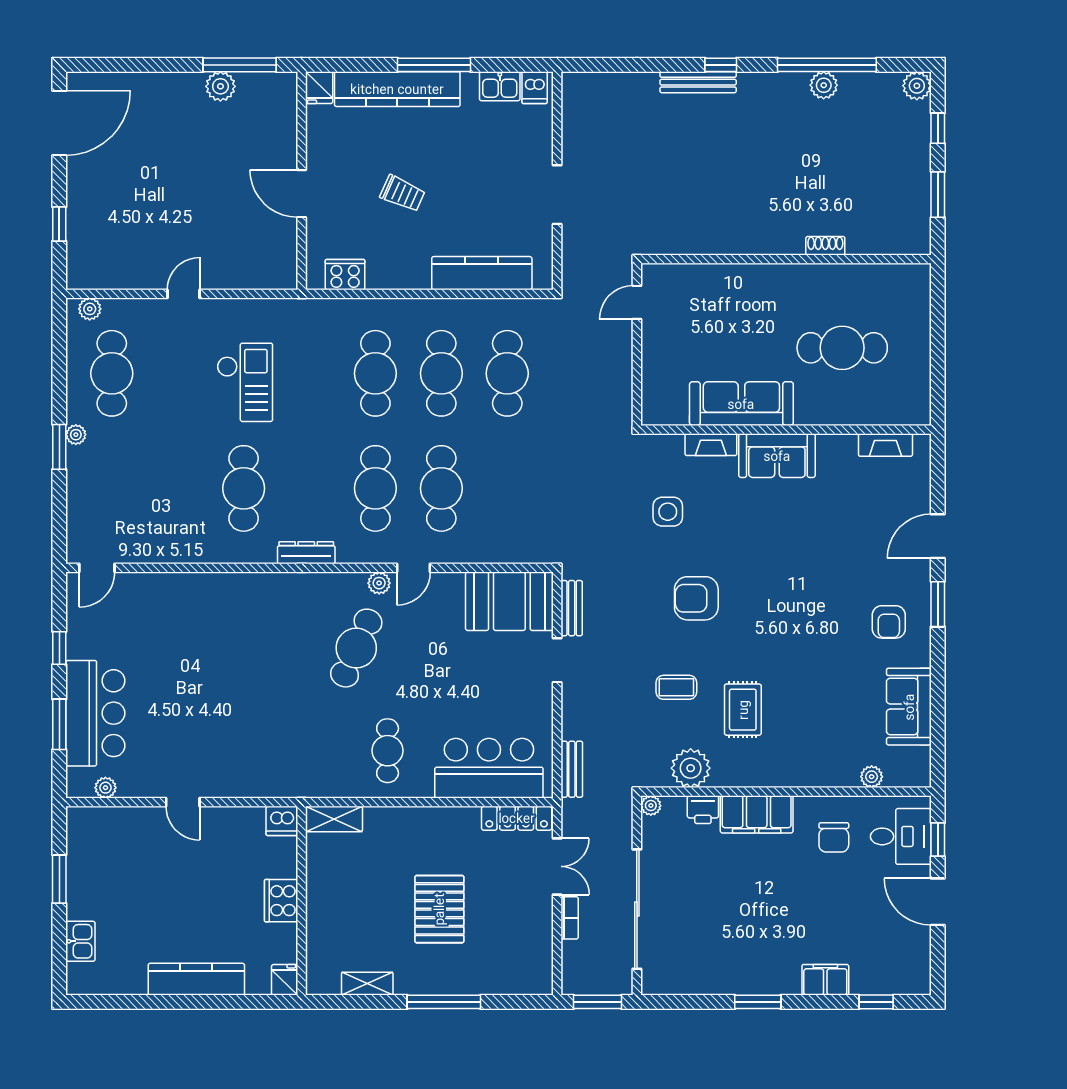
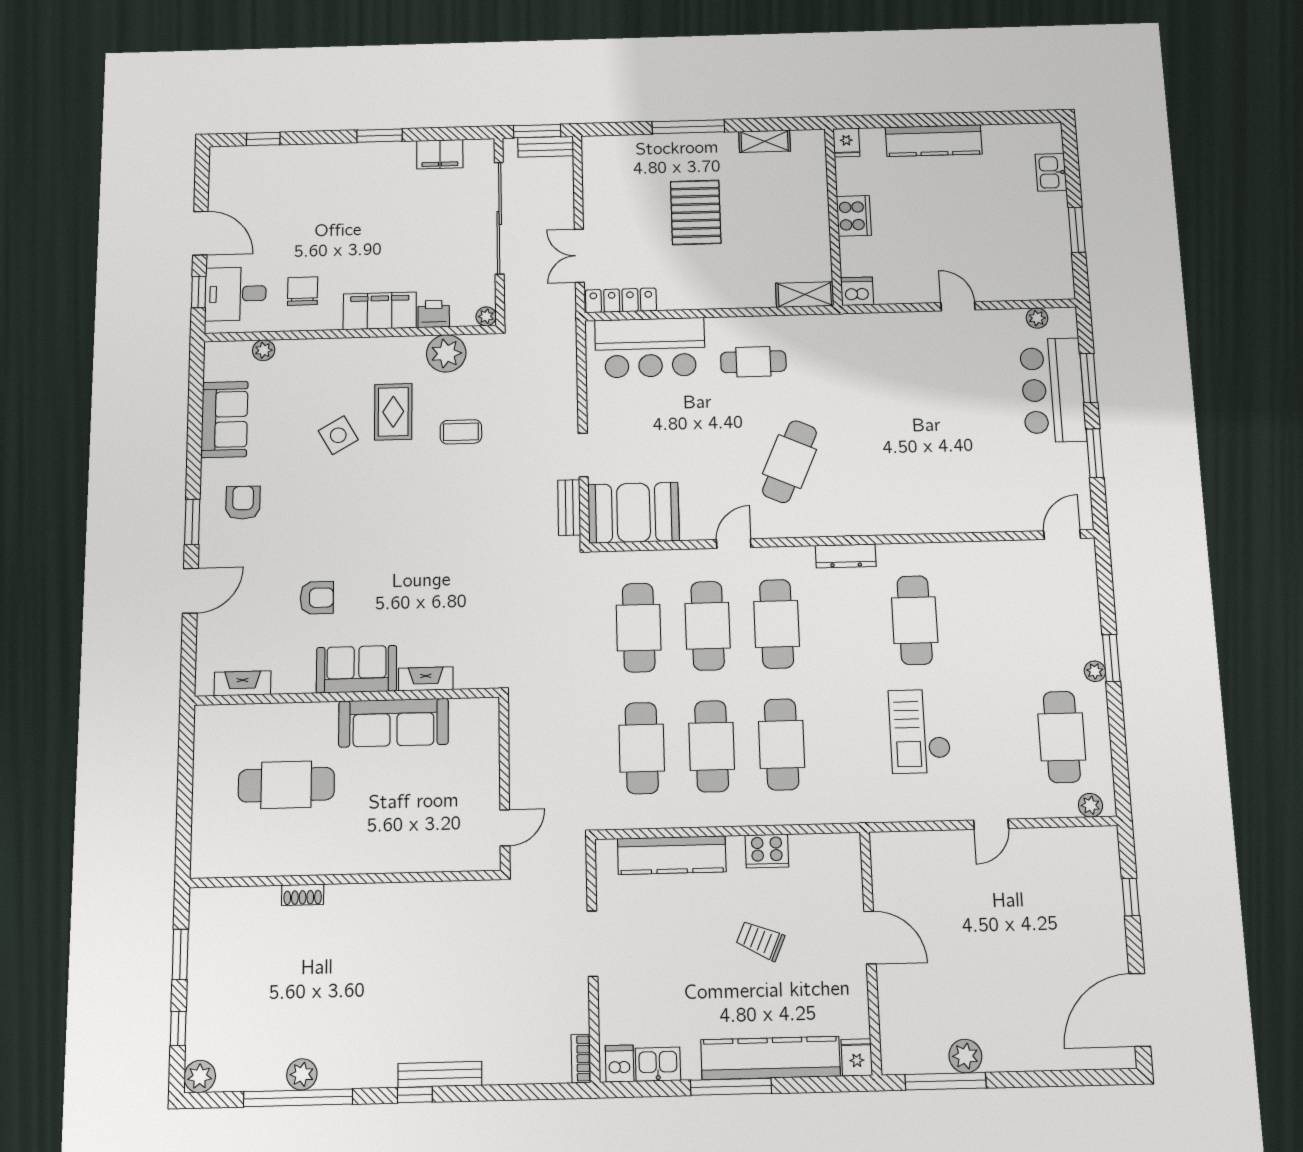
cooker: (345, 275) -> (767, 851), moved
cafe table: (507, 488) -> (639, 628), added
side table: (668, 512) -> (338, 435), moved, turned -30
plant: (379, 583) -> (769, 527), removed
armchair: (696, 598) -> (317, 598), moved, width x0.72, depth x0.72
window: (59, 648) -> (1095, 453), width x1.50
cafe table: (388, 751) -> (753, 362), turned 90
bench: (572, 769) -> (546, 147), moved, turned 90
bookcase: (570, 918) -> (581, 1059), moved
filing cabinet: (825, 980) -> (440, 154), moved

